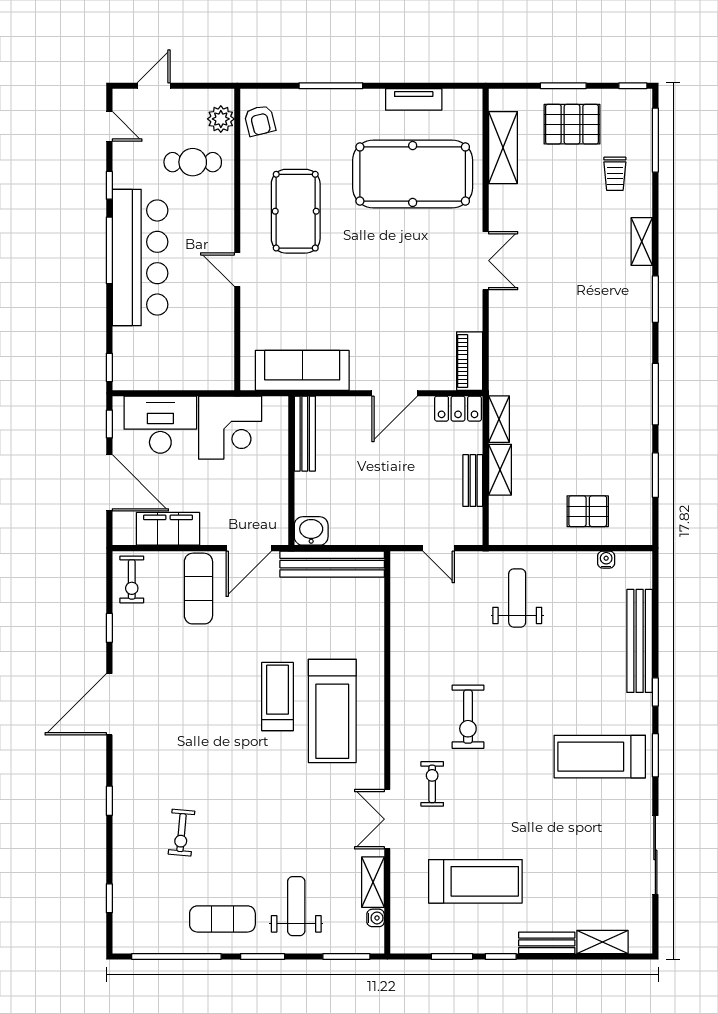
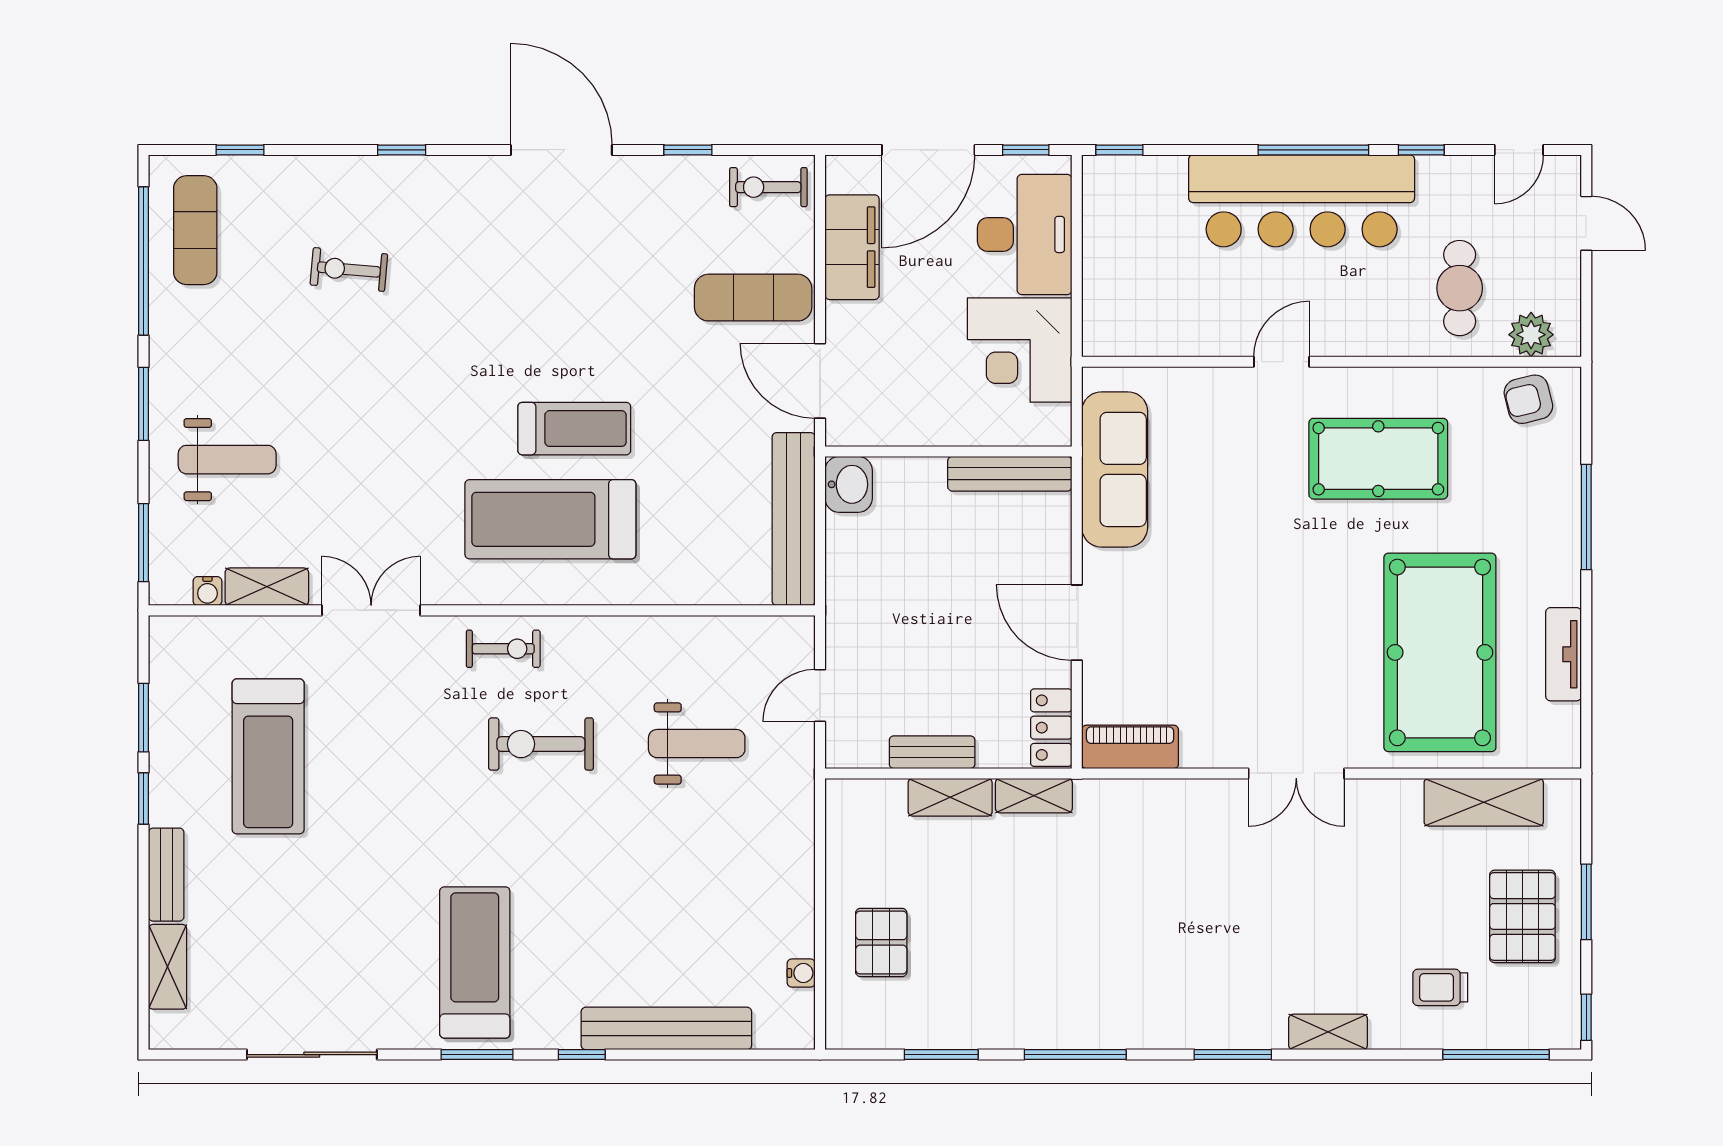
weight bench: (517, 598) -> (697, 744), moved
exercise bike: (432, 784) -> (503, 649), moved
exercise mat: (222, 919) -> (195, 230), moved

